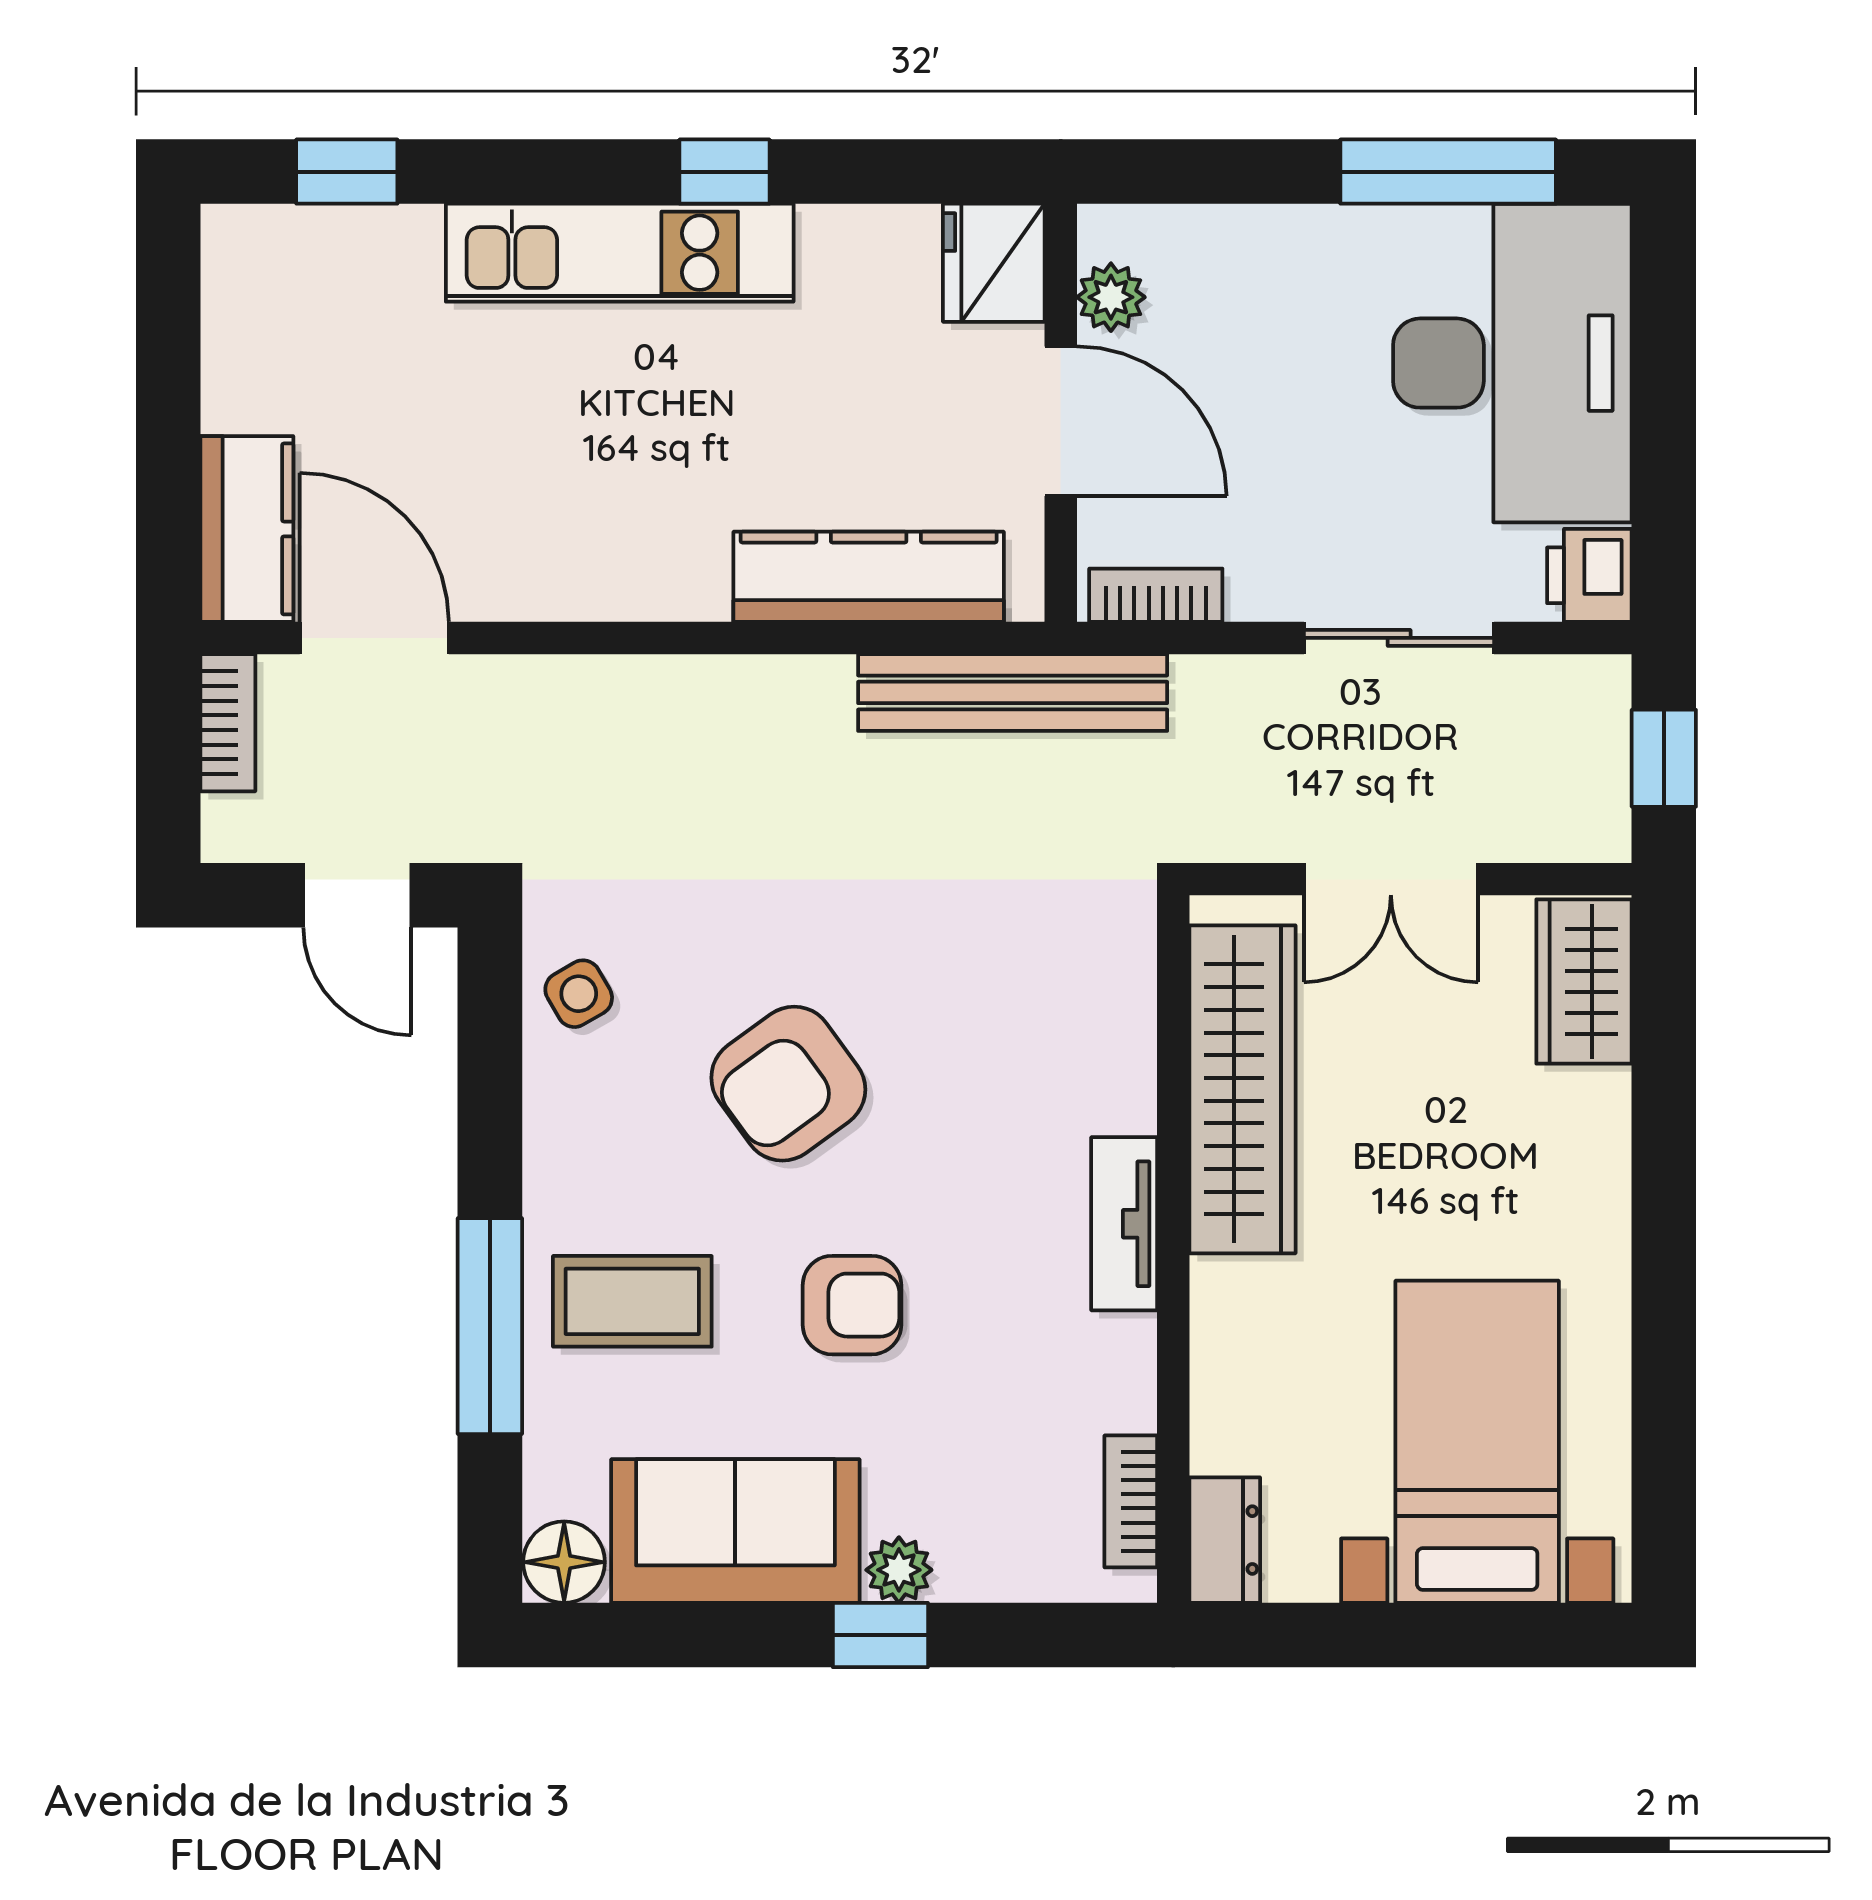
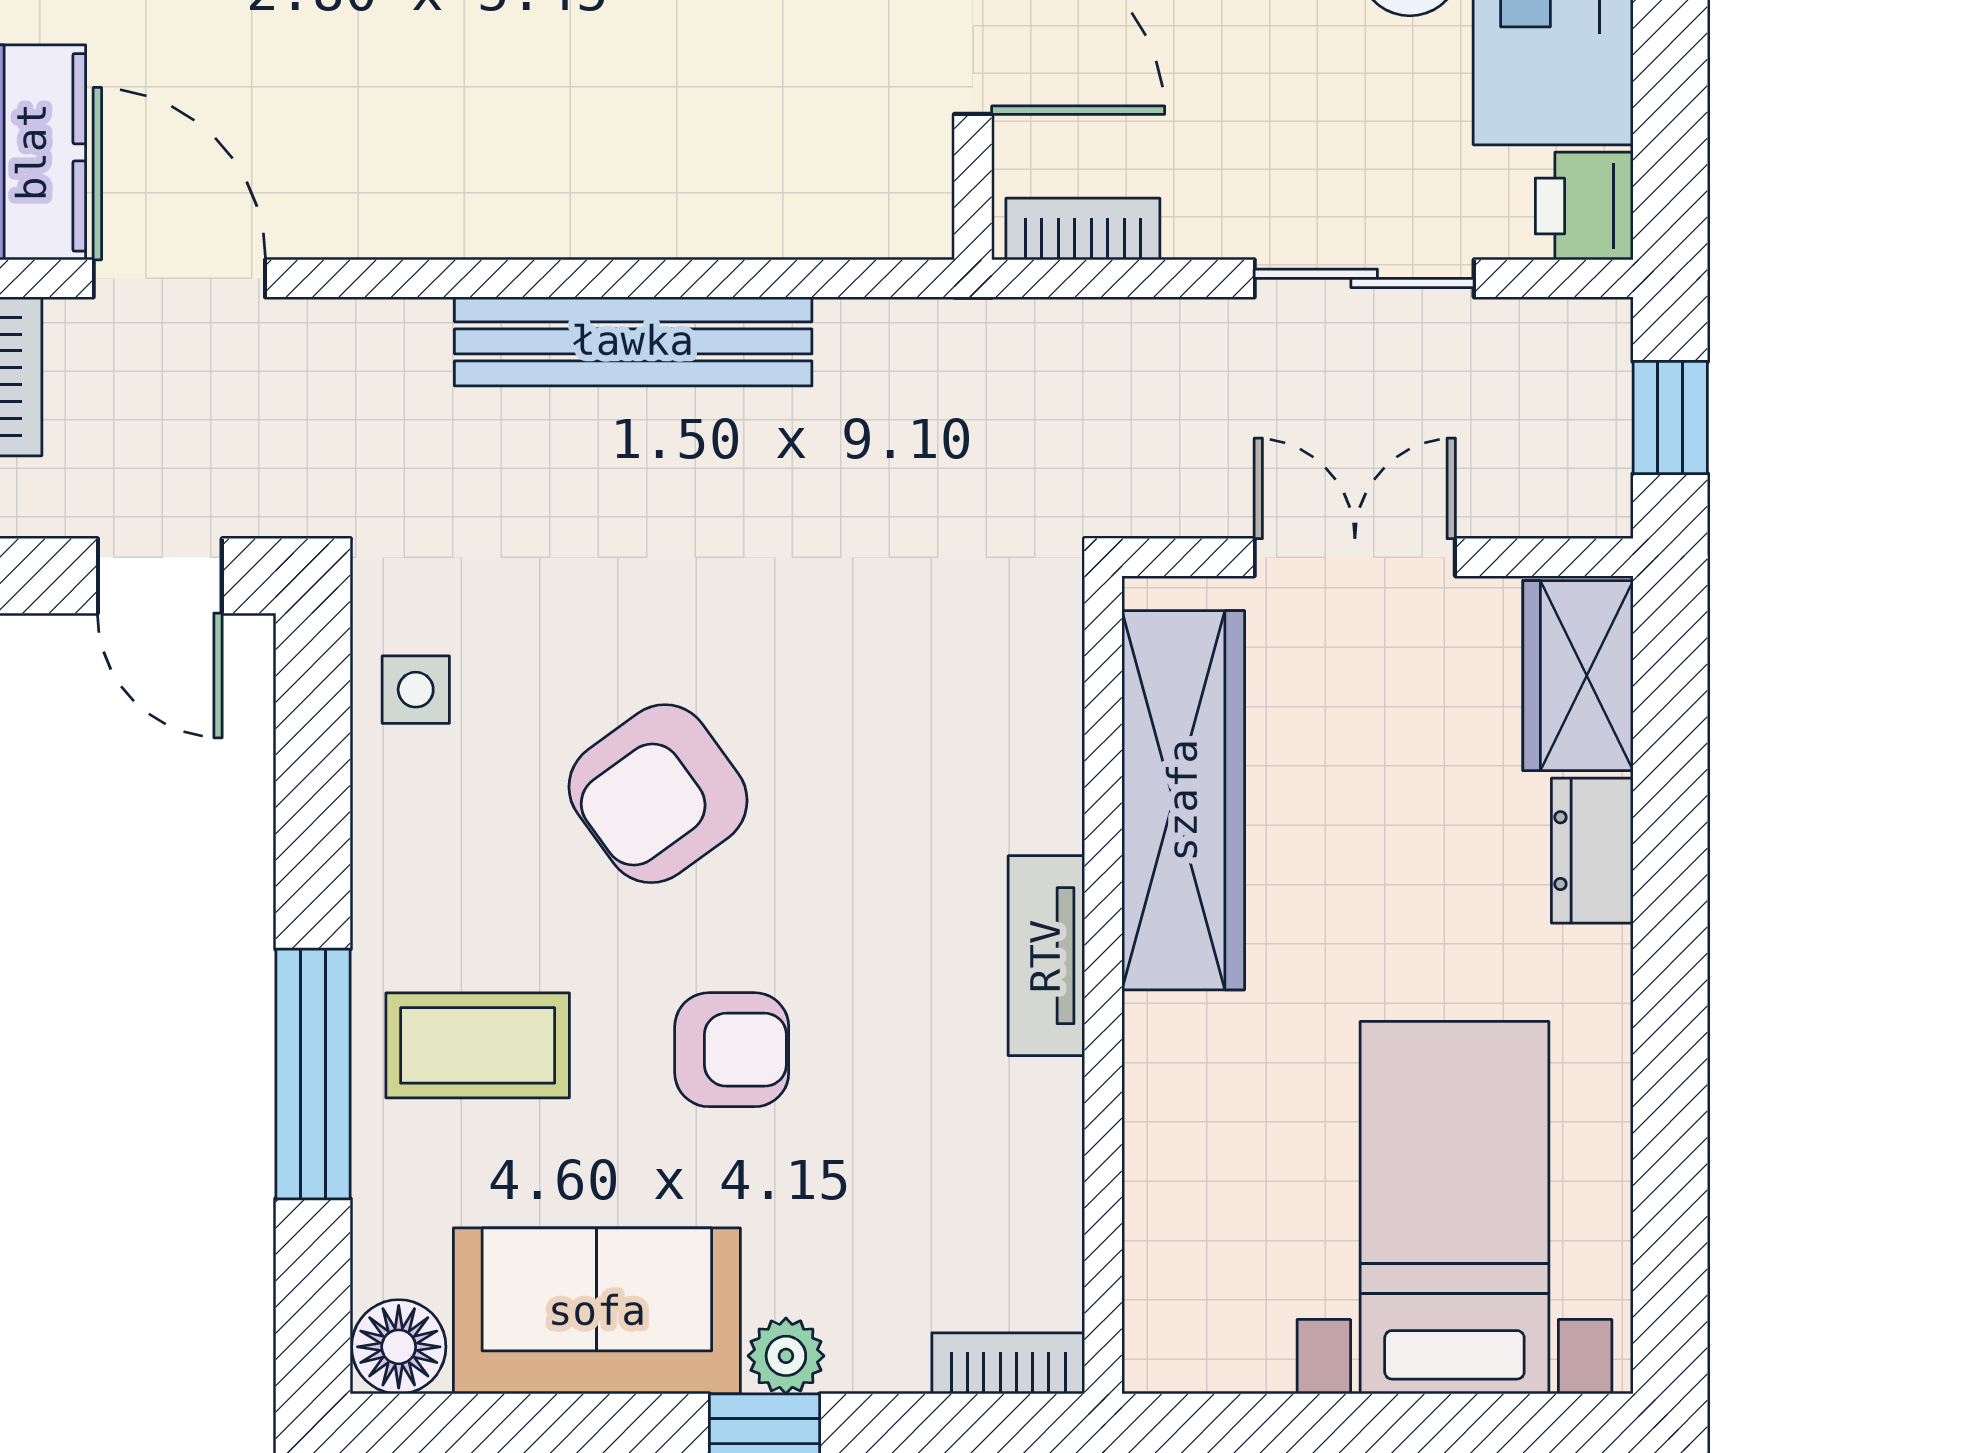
kitchen counter: (869, 577) -> (751, 208), removed
bench: (1013, 692) -> (633, 341), moved
double door: (1391, 879) -> (1355, 557), swing flipped
side table: (579, 994) -> (416, 690), turned 30
bookcase: (1131, 1501) -> (1008, 1363), moved, turned 90
dresser: (1225, 1540) -> (1592, 851), moved, turned 180

